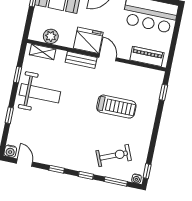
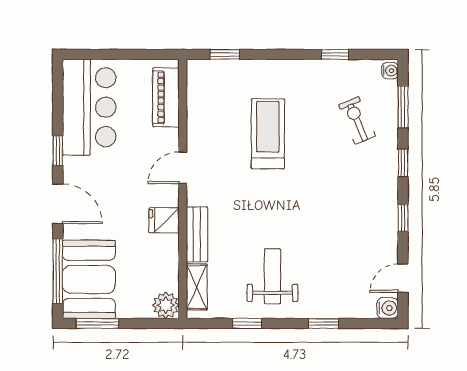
plant: (51, 36) -> (166, 305), moved
fridge: (88, 40) -> (164, 220), width x0.53, depth x0.75
bench: (81, 60) -> (197, 234), moved
weight bench: (40, 93) -> (272, 276), width x0.73, depth x0.75
exercise bike: (114, 156) -> (357, 121), width x0.73, depth x0.72
window: (147, 171) -> (335, 54), moved

